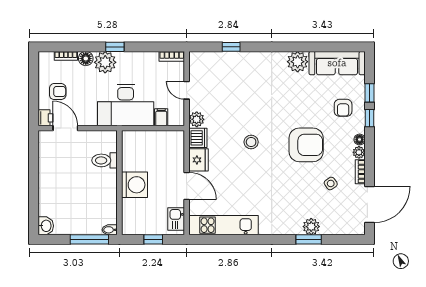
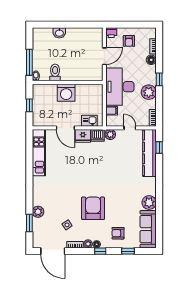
window: (231, 47) -> (159, 148), moved
kitchen counter: (224, 61) -> (149, 153), added
plant: (105, 62) -> (149, 92), moved
door: (187, 90) -> (130, 128), hinge flipped
window: (370, 118) -> (100, 251), moved
door: (65, 128) -> (104, 56), moved
stool: (251, 142) -> (95, 171), removed
armchair: (306, 145) -> (93, 208), turned 180
toilet: (105, 160) -> (55, 72), moved
door: (187, 186) -> (65, 128), hinge flipped
kitchen sink: (176, 219) -> (89, 121), moved
washbasin: (46, 226) -> (59, 33), moved
window: (309, 239) -> (29, 223), moved

